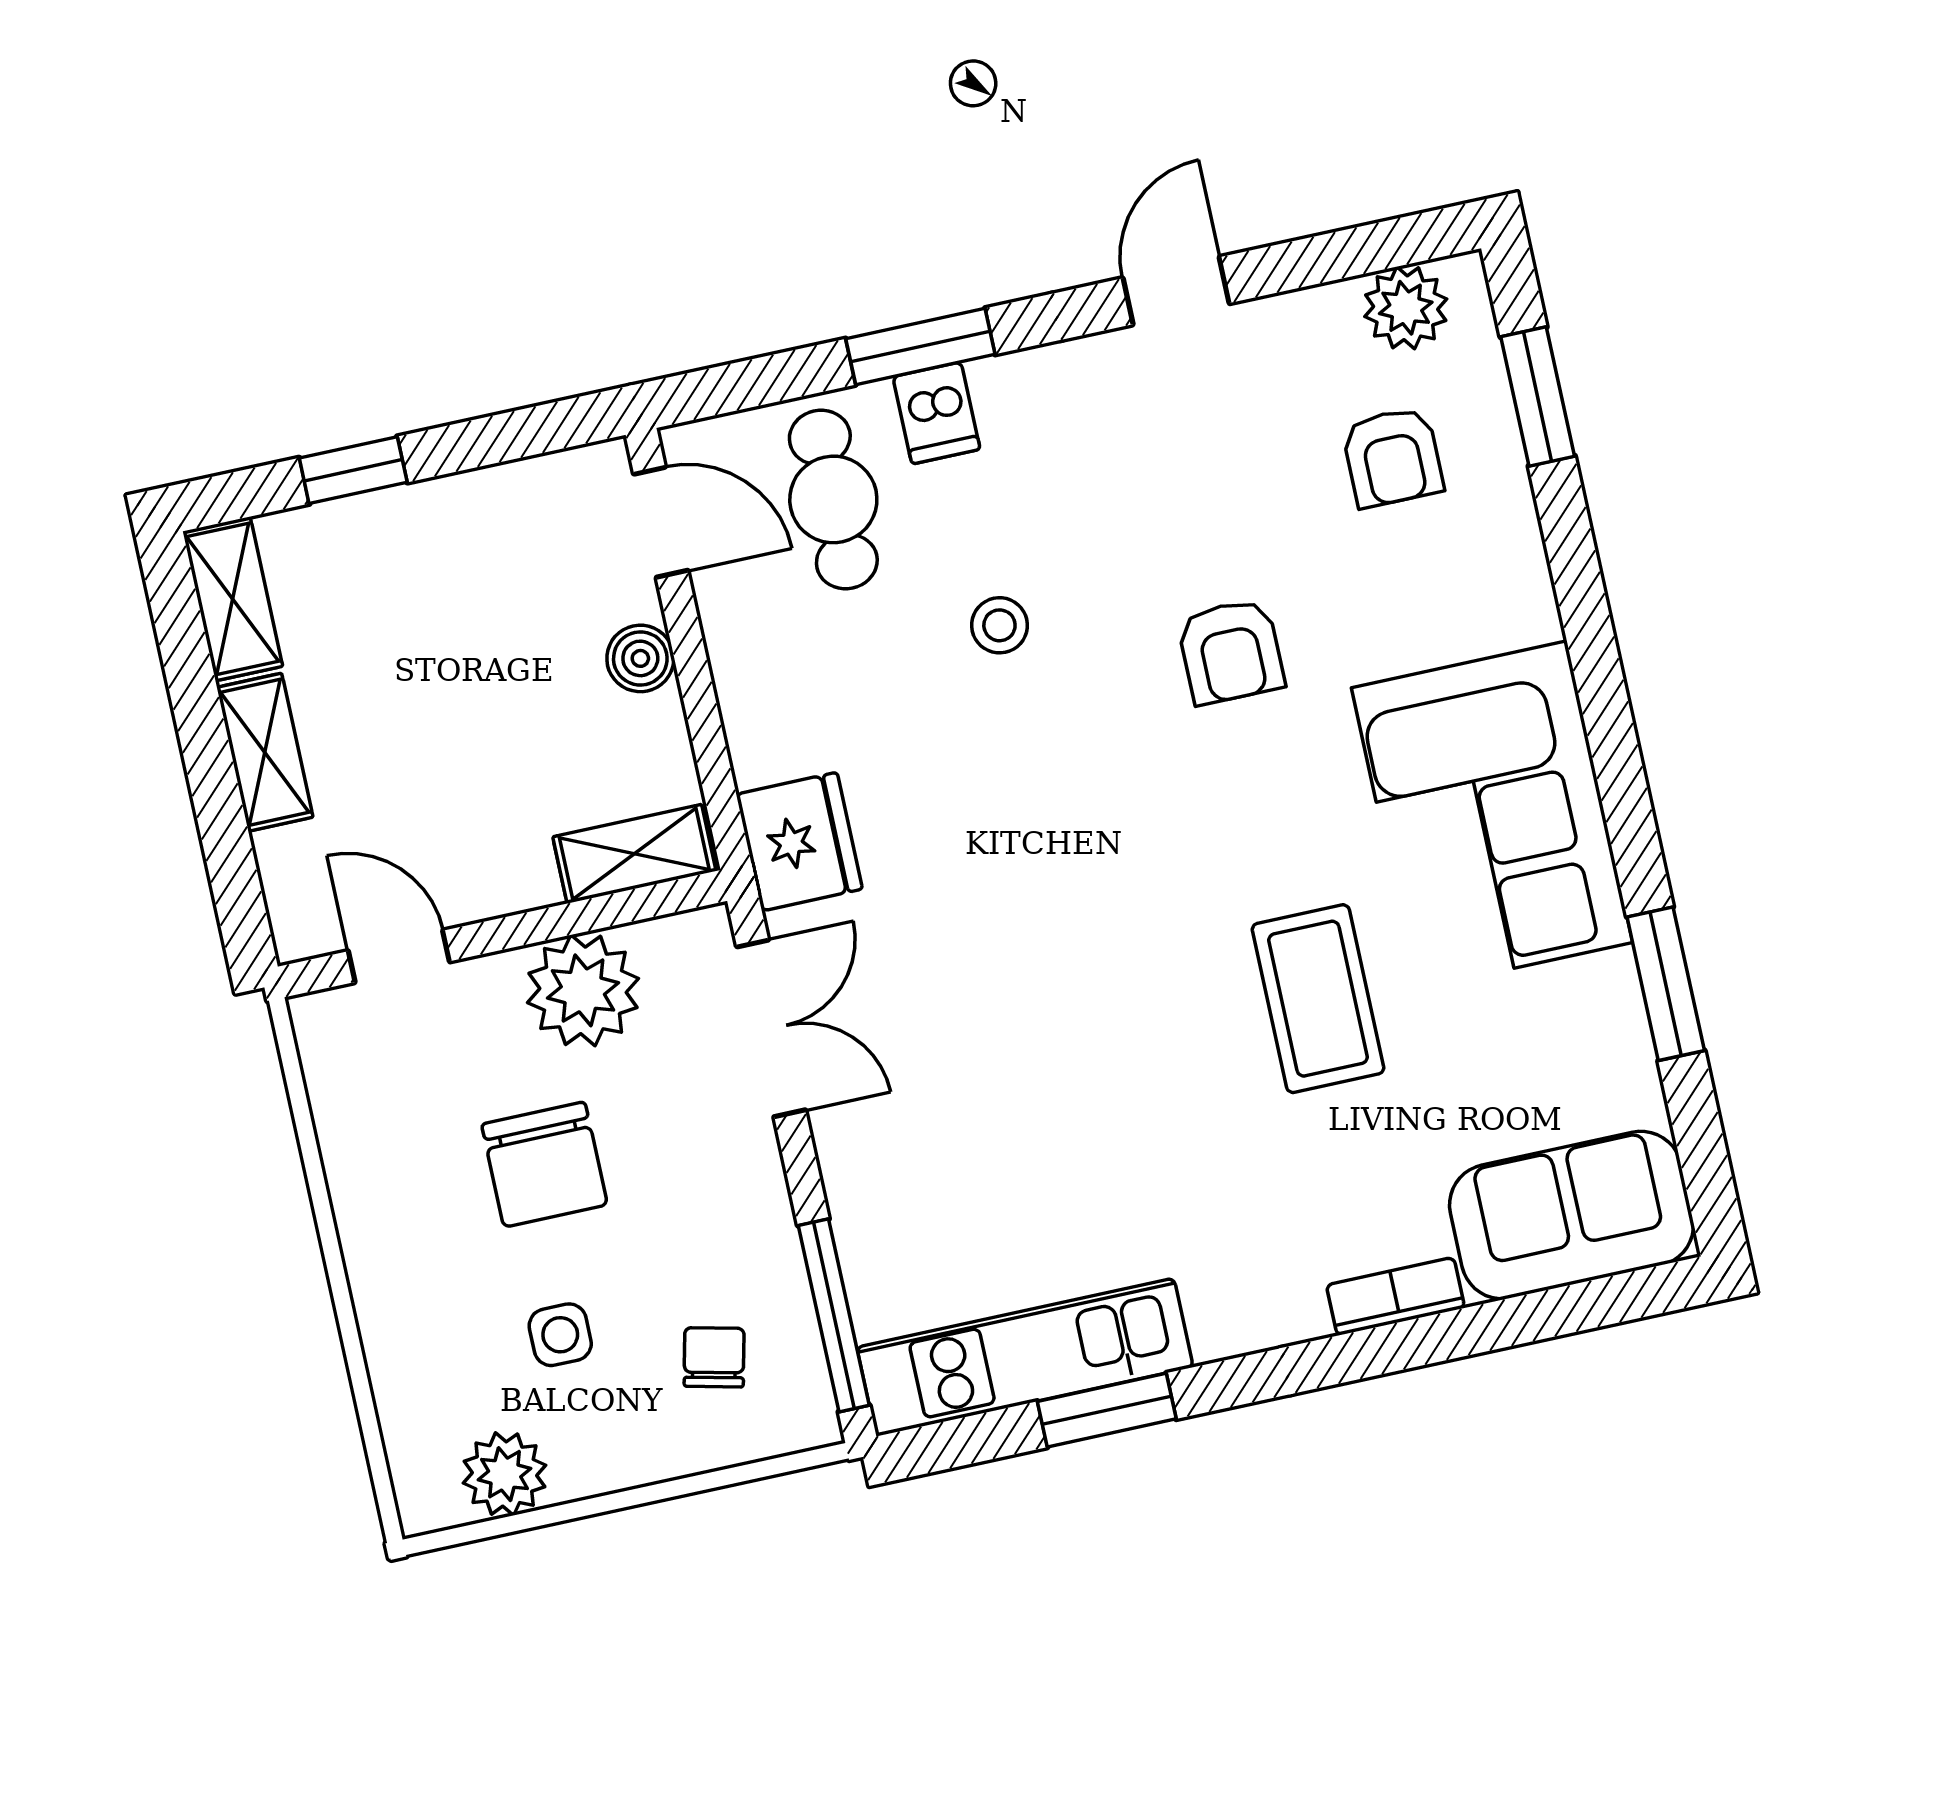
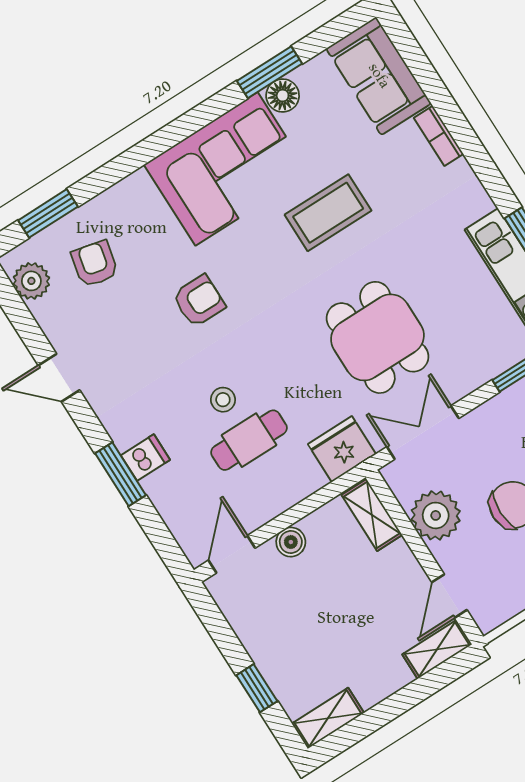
armchair: (1393, 457) -> (95, 264), turned -77
cafe table: (833, 499) -> (249, 440), moved
shelving: (265, 752) -> (437, 649), moved
floor lamp: (1605, 993) -> (283, 96), added
dining table: (1011, 1006) -> (377, 337), added

